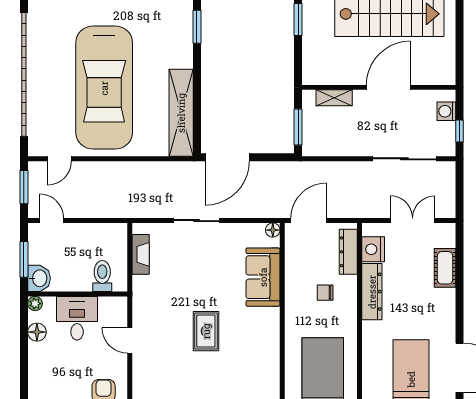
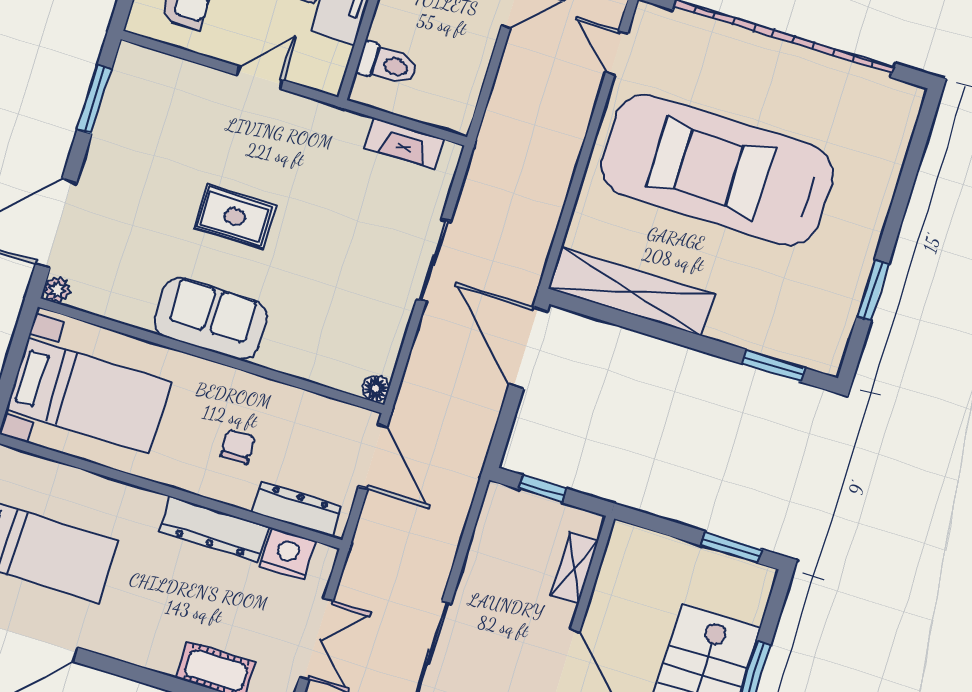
window: (298, 127) -> (543, 489), width x0.67
sofa: (263, 277) -> (211, 319), moved

